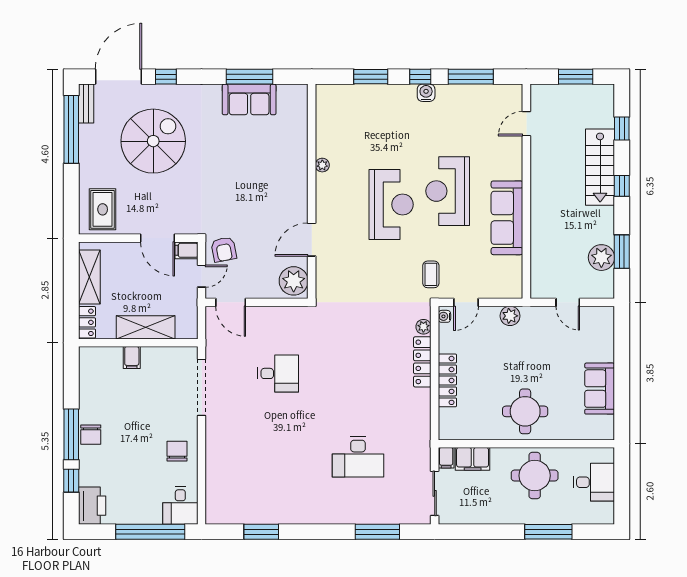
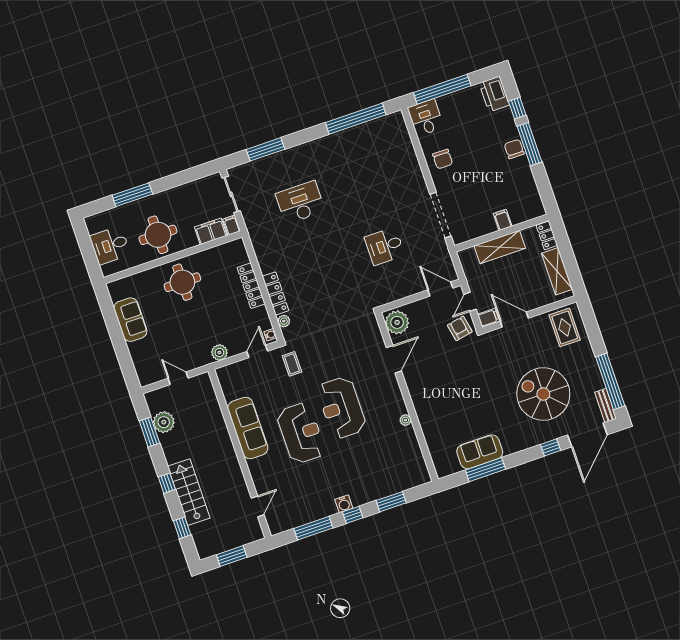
spiral stairs: (153, 141) -> (543, 394), turned 90
window: (261, 532) -> (356, 119), width x2.11

